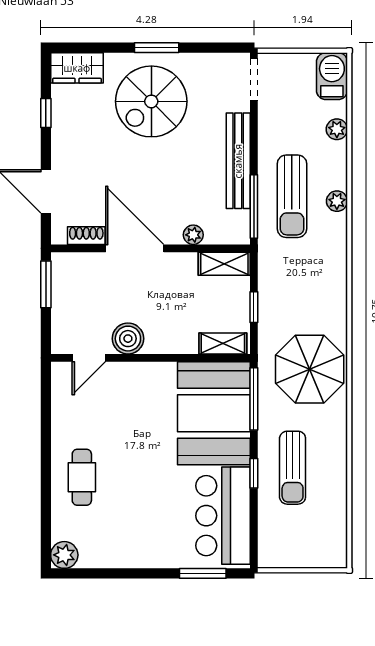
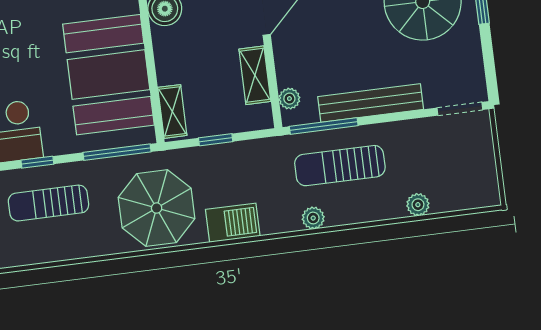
barbecue: (332, 76) -> (233, 223), moved
plant: (337, 201) -> (313, 218), moved
plant: (193, 235) -> (289, 99), moved
shelving: (224, 264) -> (255, 75), moved
booth: (214, 413) -> (108, 75), moved, turned 90

